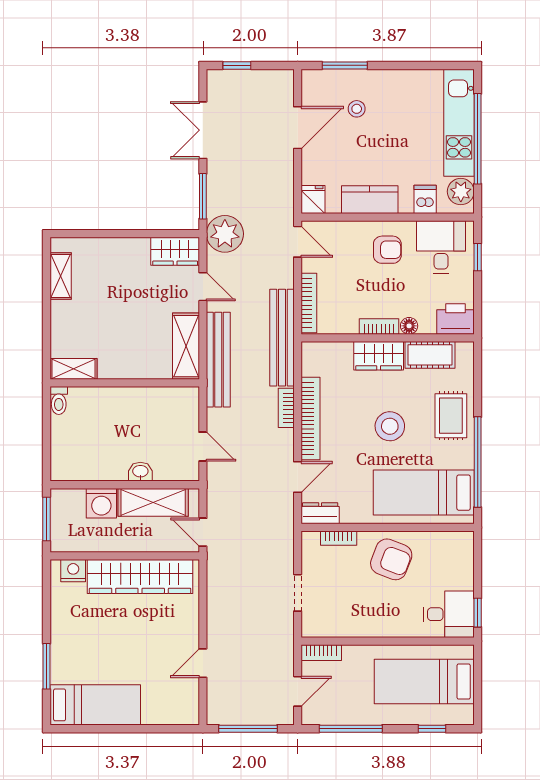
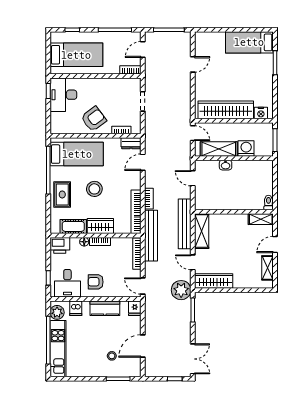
double door: (203, 130) -> (193, 359), moved
wardrobe: (175, 251) -> (214, 281), width x1.50
door: (47, 321) -> (275, 245), added
bookcase: (311, 418) -> (136, 212), moved
armchair: (391, 559) -> (94, 119), turned 122
desk: (449, 614) -> (63, 95), width x1.37

